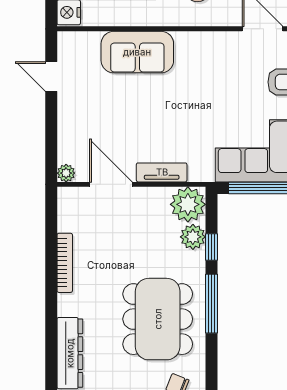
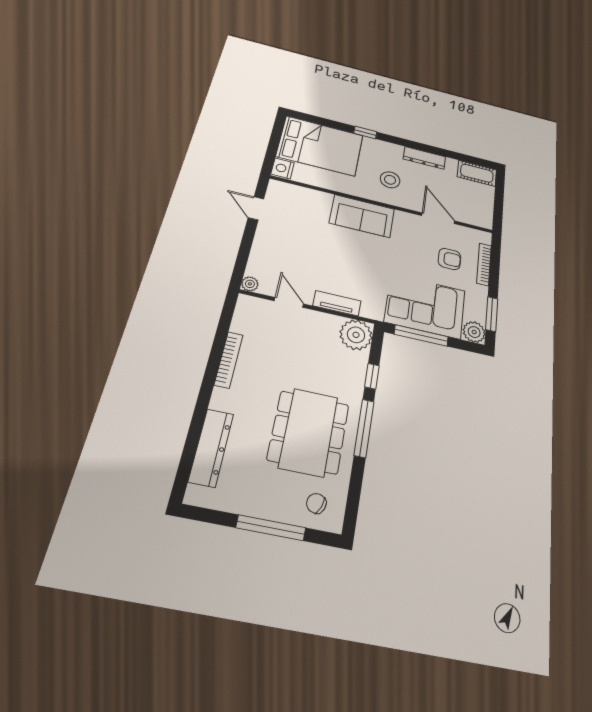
sofa: (137, 52) -> (362, 216), moved
door: (111, 184) -> (289, 302), width x0.73
plant: (193, 237) -> (356, 363), removed

